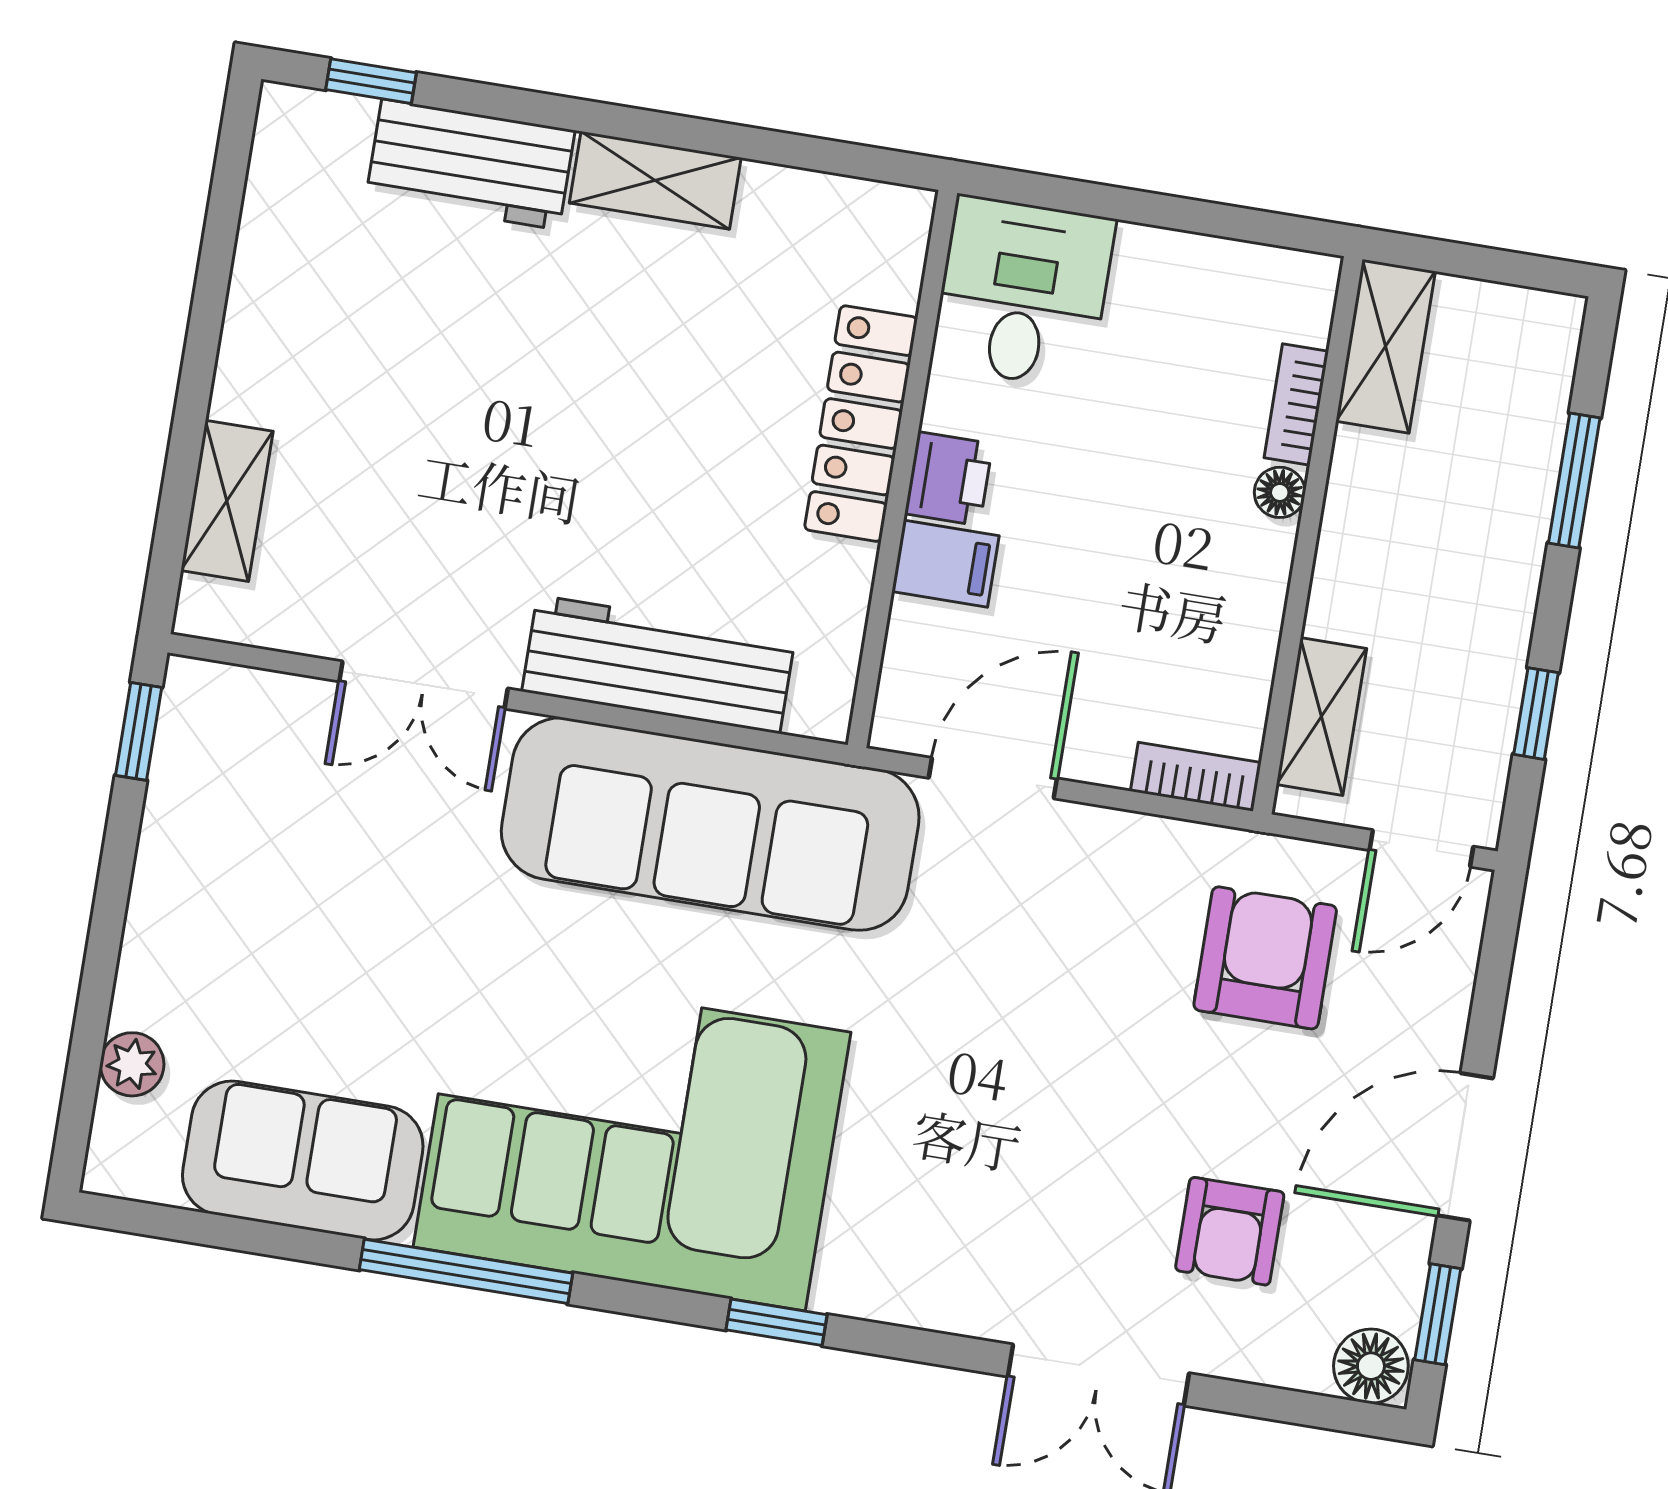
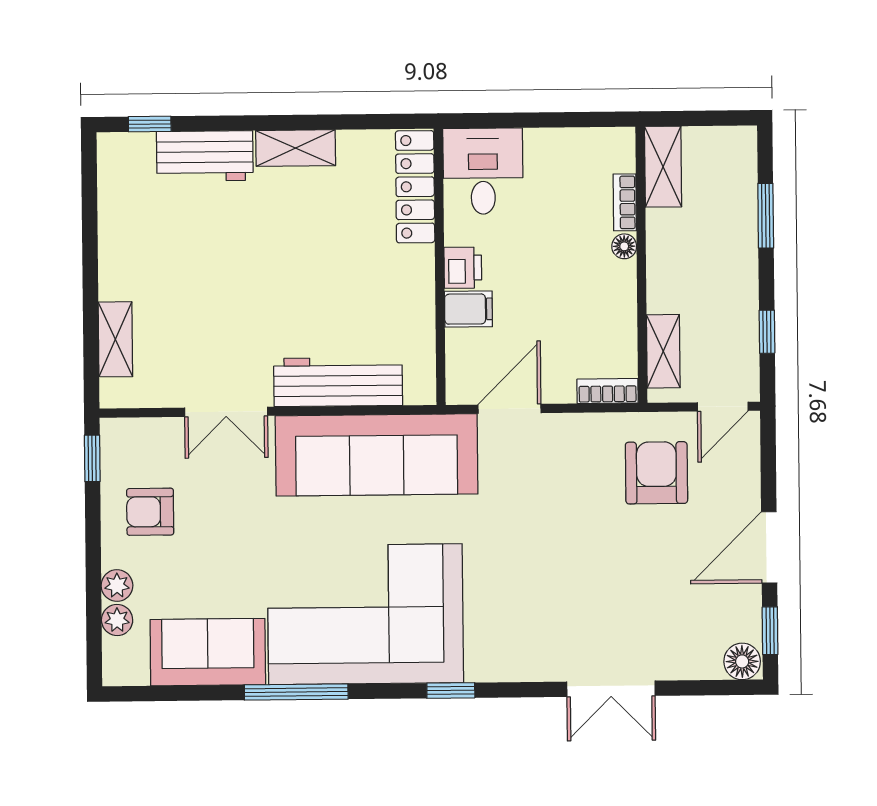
locker: (861, 424) -> (415, 187), moved
plant: (144, 995) -> (117, 586), added
armchair: (1230, 1231) -> (150, 512), moved, turned 90

